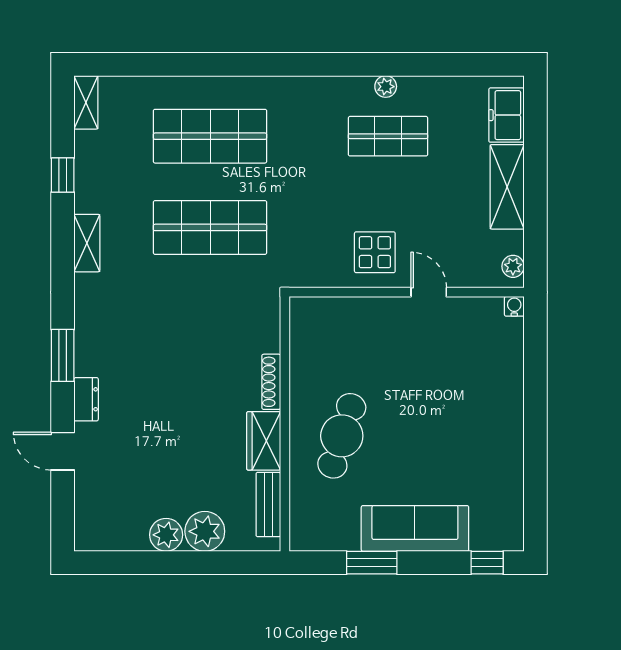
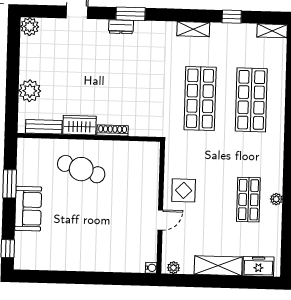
dresser: (86, 399) -> (121, 27), moved
sofa: (415, 528) -> (28, 209), width x0.73
plant: (166, 535) -> (30, 27), moved

